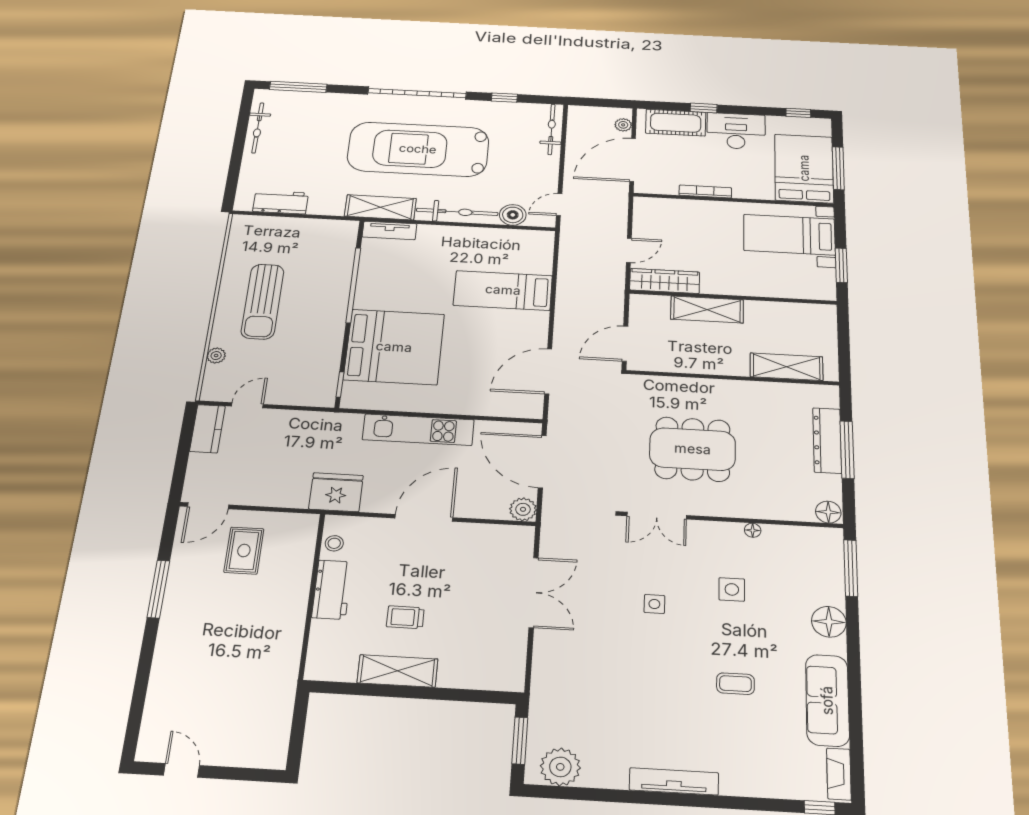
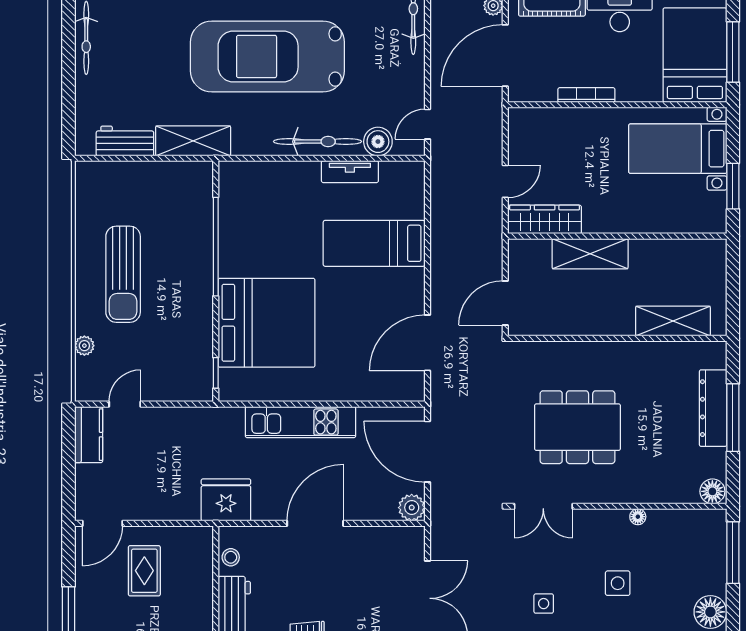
shelving: (380, 207) -> (193, 141), moved
tv unit: (389, 230) -> (350, 172), moved

